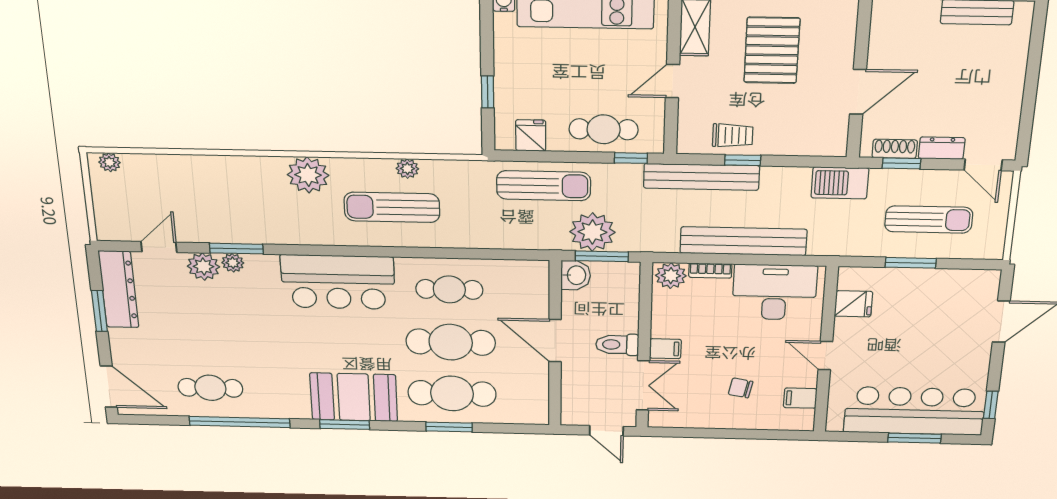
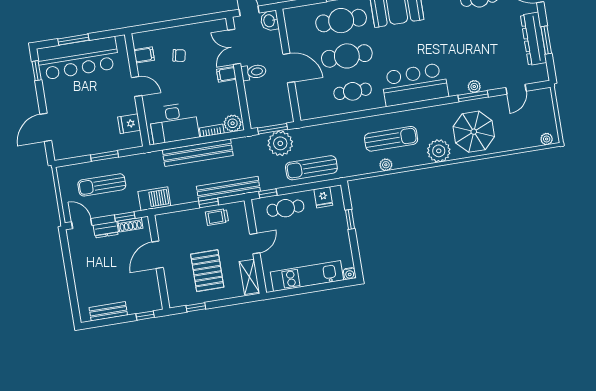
parasol: (241, 195) -> (474, 132), added
plant: (203, 267) -> (490, 81), removed
washbasin: (576, 275) -> (270, 21), moved
dresser: (119, 289) -> (534, 39), moved

